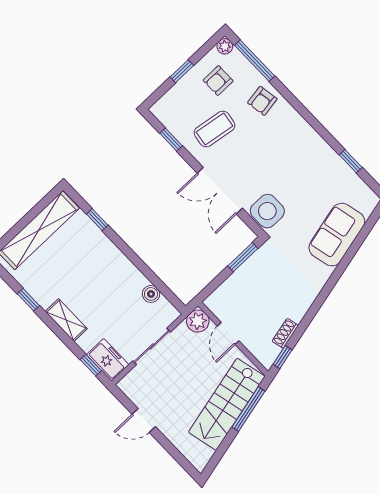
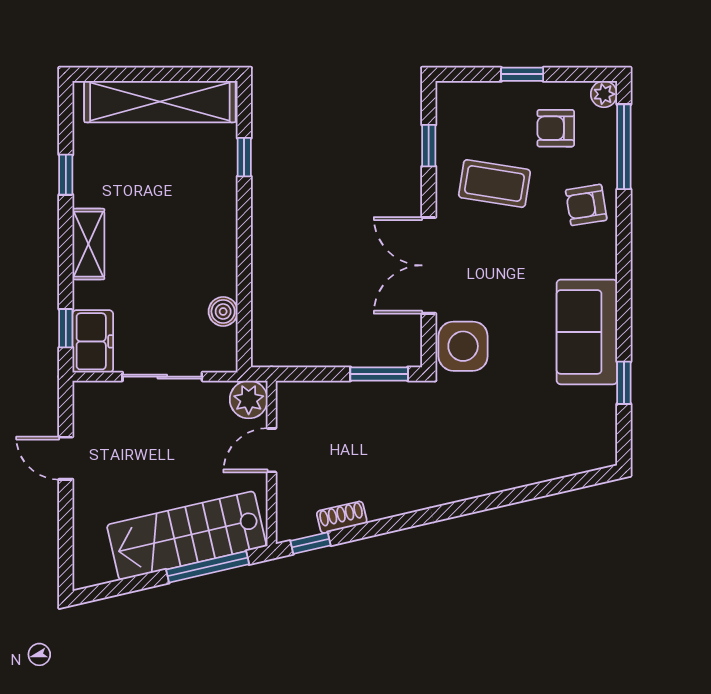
sofa: (337, 235) -> (587, 332), moved, turned -77

